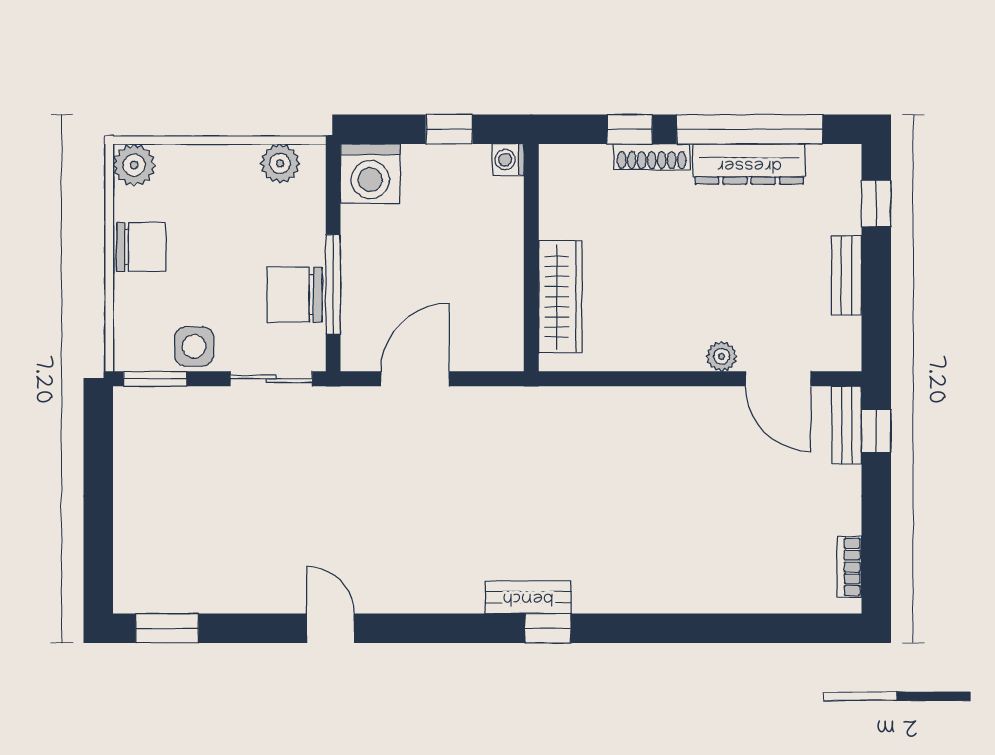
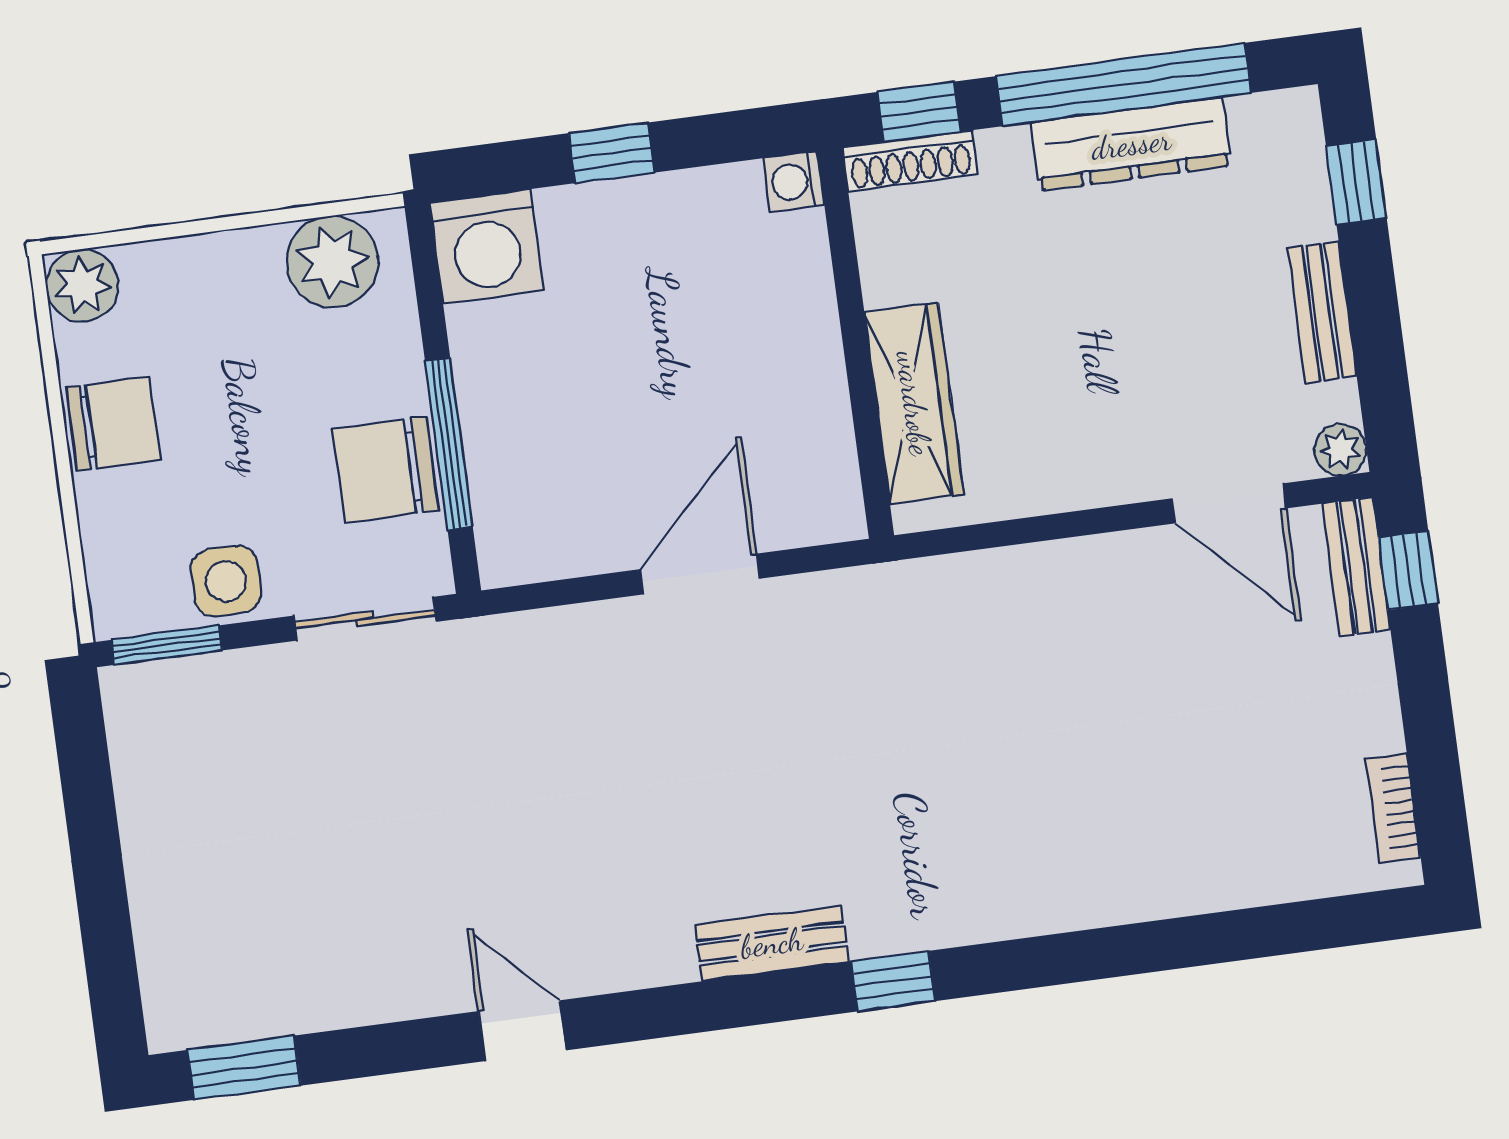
shoe rack: (652, 157) -> (910, 161), moved
washing machine: (508, 160) -> (794, 181), moved
plant: (280, 163) -> (332, 262), width x1.36, depth x1.36
wall: (531, 258) -> (856, 343), moved
wardrobe: (560, 297) -> (914, 403), moved
plant: (722, 356) -> (1340, 450), moved
door: (415, 379) -> (700, 574), moved
bench: (528, 597) -> (772, 943), moved

